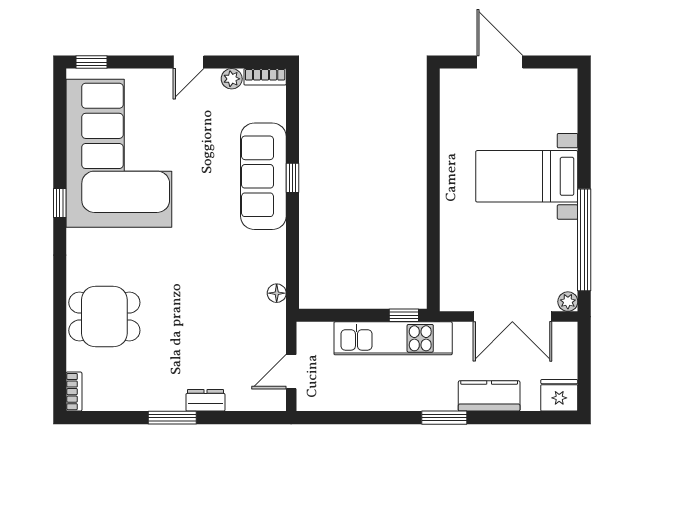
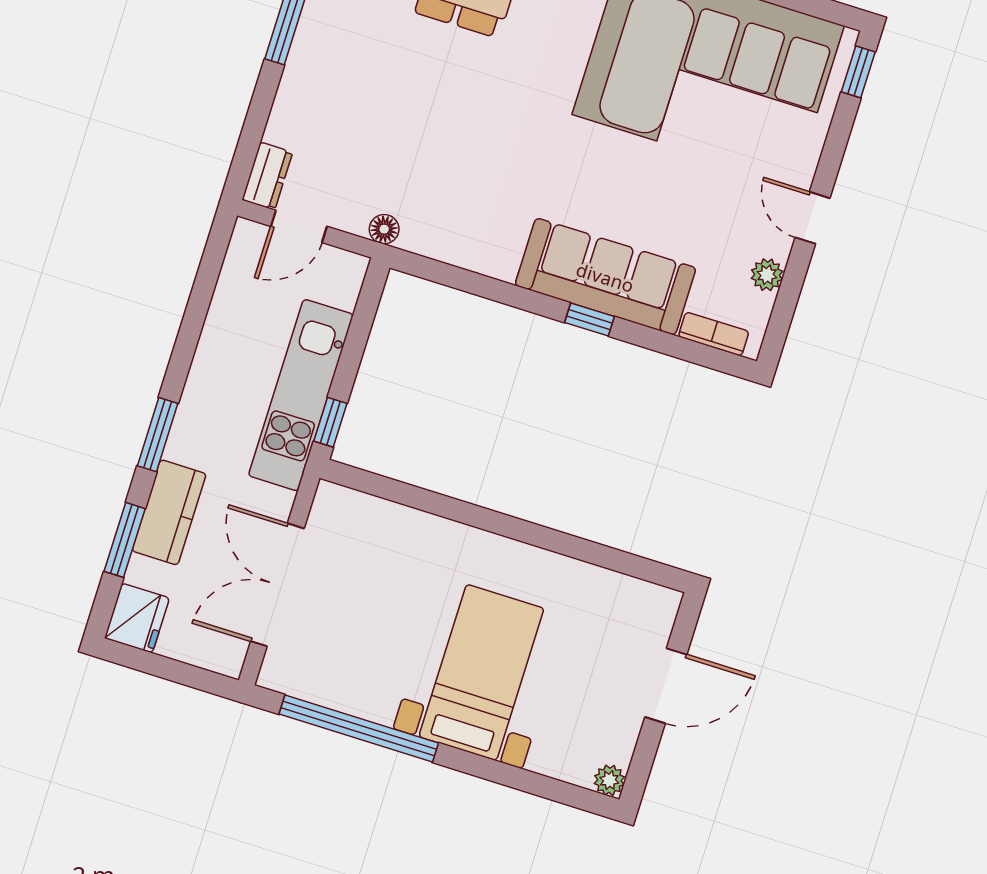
bookcase: (265, 77) -> (714, 334), moved, turned 90
floor lamp: (277, 293) -> (384, 229), moved
plant: (568, 302) -> (609, 780), moved
door: (291, 372) -> (299, 226), swing flipped
dresser: (205, 400) -> (267, 176), moved
window: (514, 418) -> (125, 540), added

